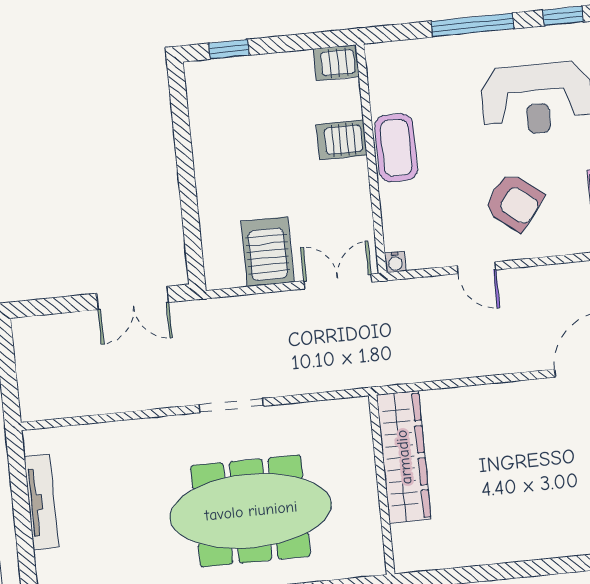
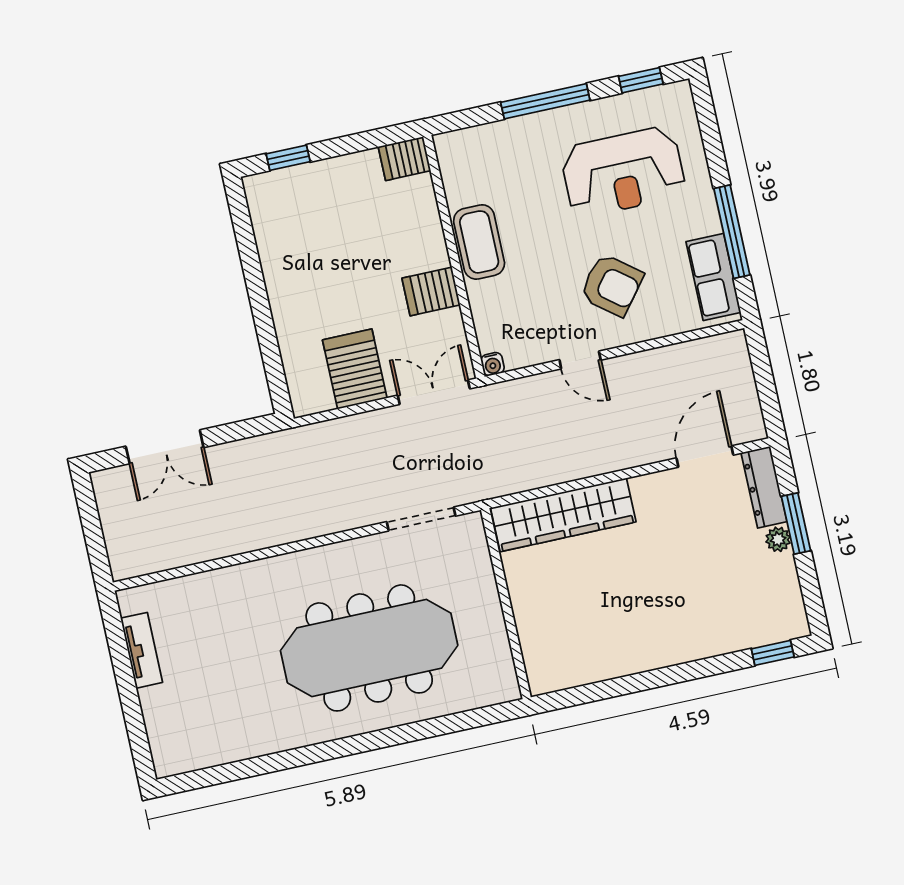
server rack: (342, 140) -> (431, 292), moved
double door: (133, 298) -> (165, 447), moved
doorway: (231, 405) -> (421, 519), moved
wardrobe: (404, 457) -> (563, 515), moved, turned 90
tv unit: (41, 502) -> (142, 650), width x0.71

